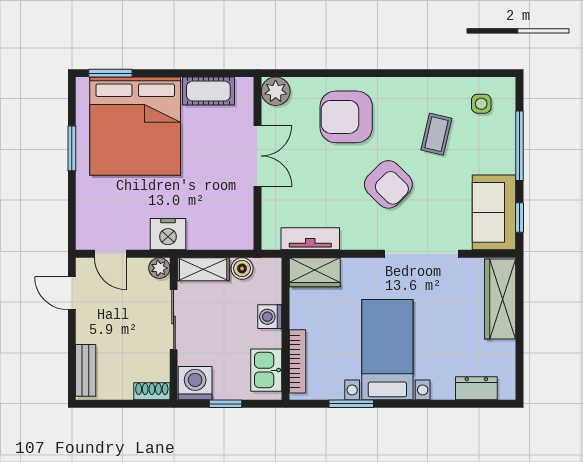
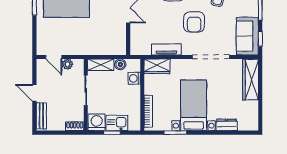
armchair: (388, 184) -> (194, 22), turned 45
nightstand: (168, 234) -> (83, 47), removed
tv unit: (310, 239) -> (166, 49), moved
plant: (159, 268) -> (68, 64), moved
door: (72, 293) -> (34, 93), moved
washing machine: (270, 317) -> (134, 78), moved
kitchen sink: (266, 370) -> (117, 123), moved, turned 90
dresser: (476, 388) -> (227, 125), moved

